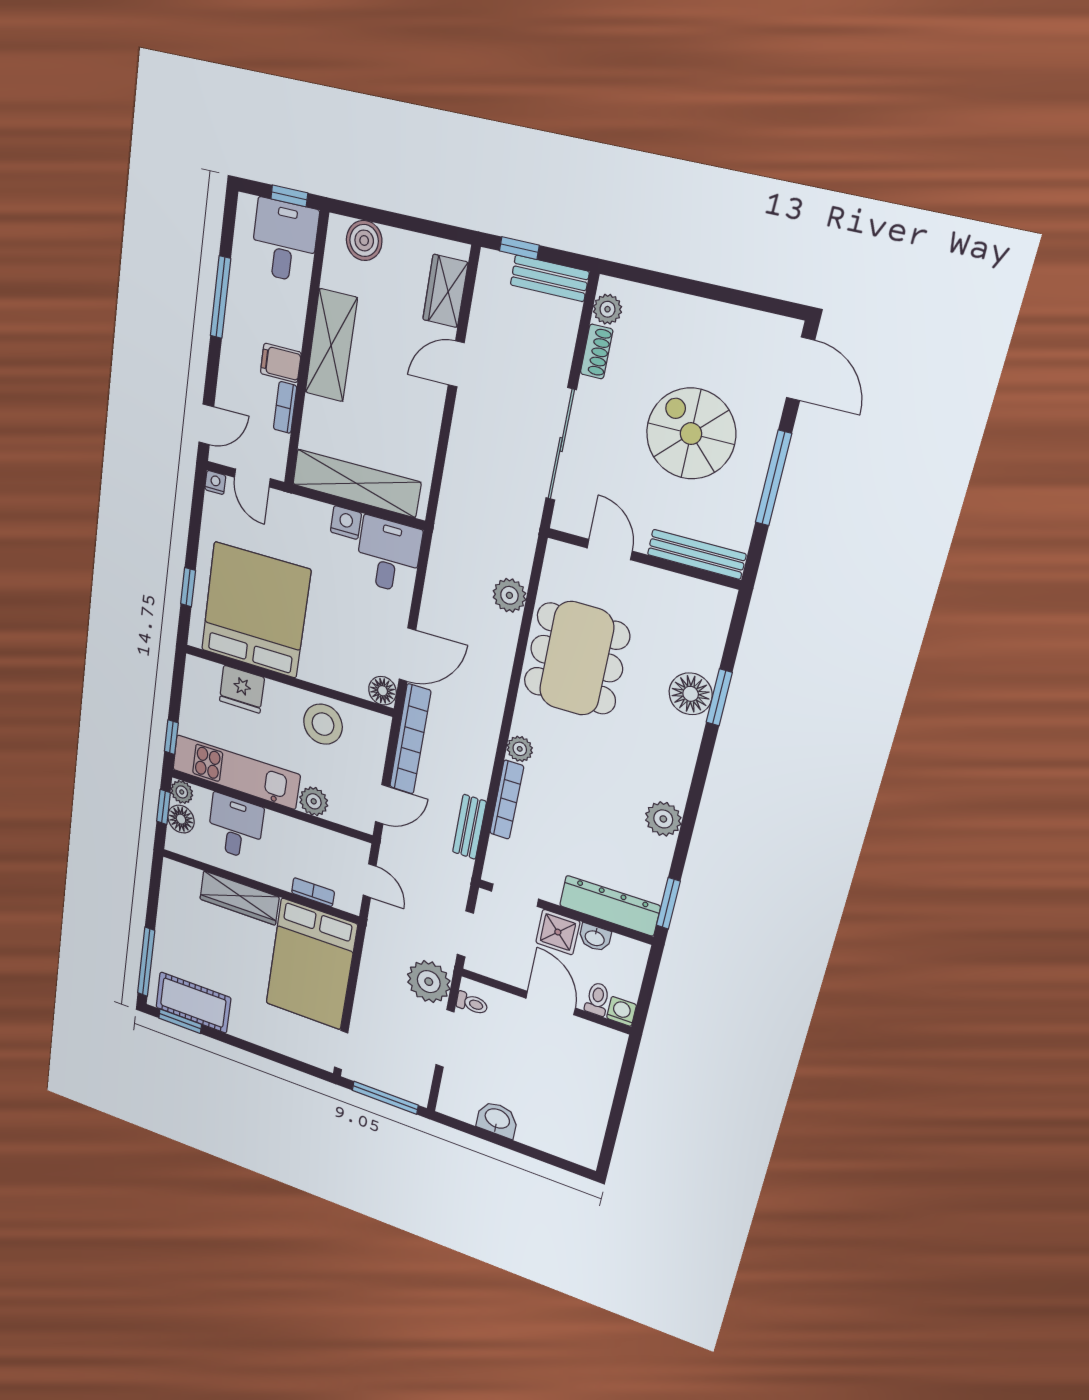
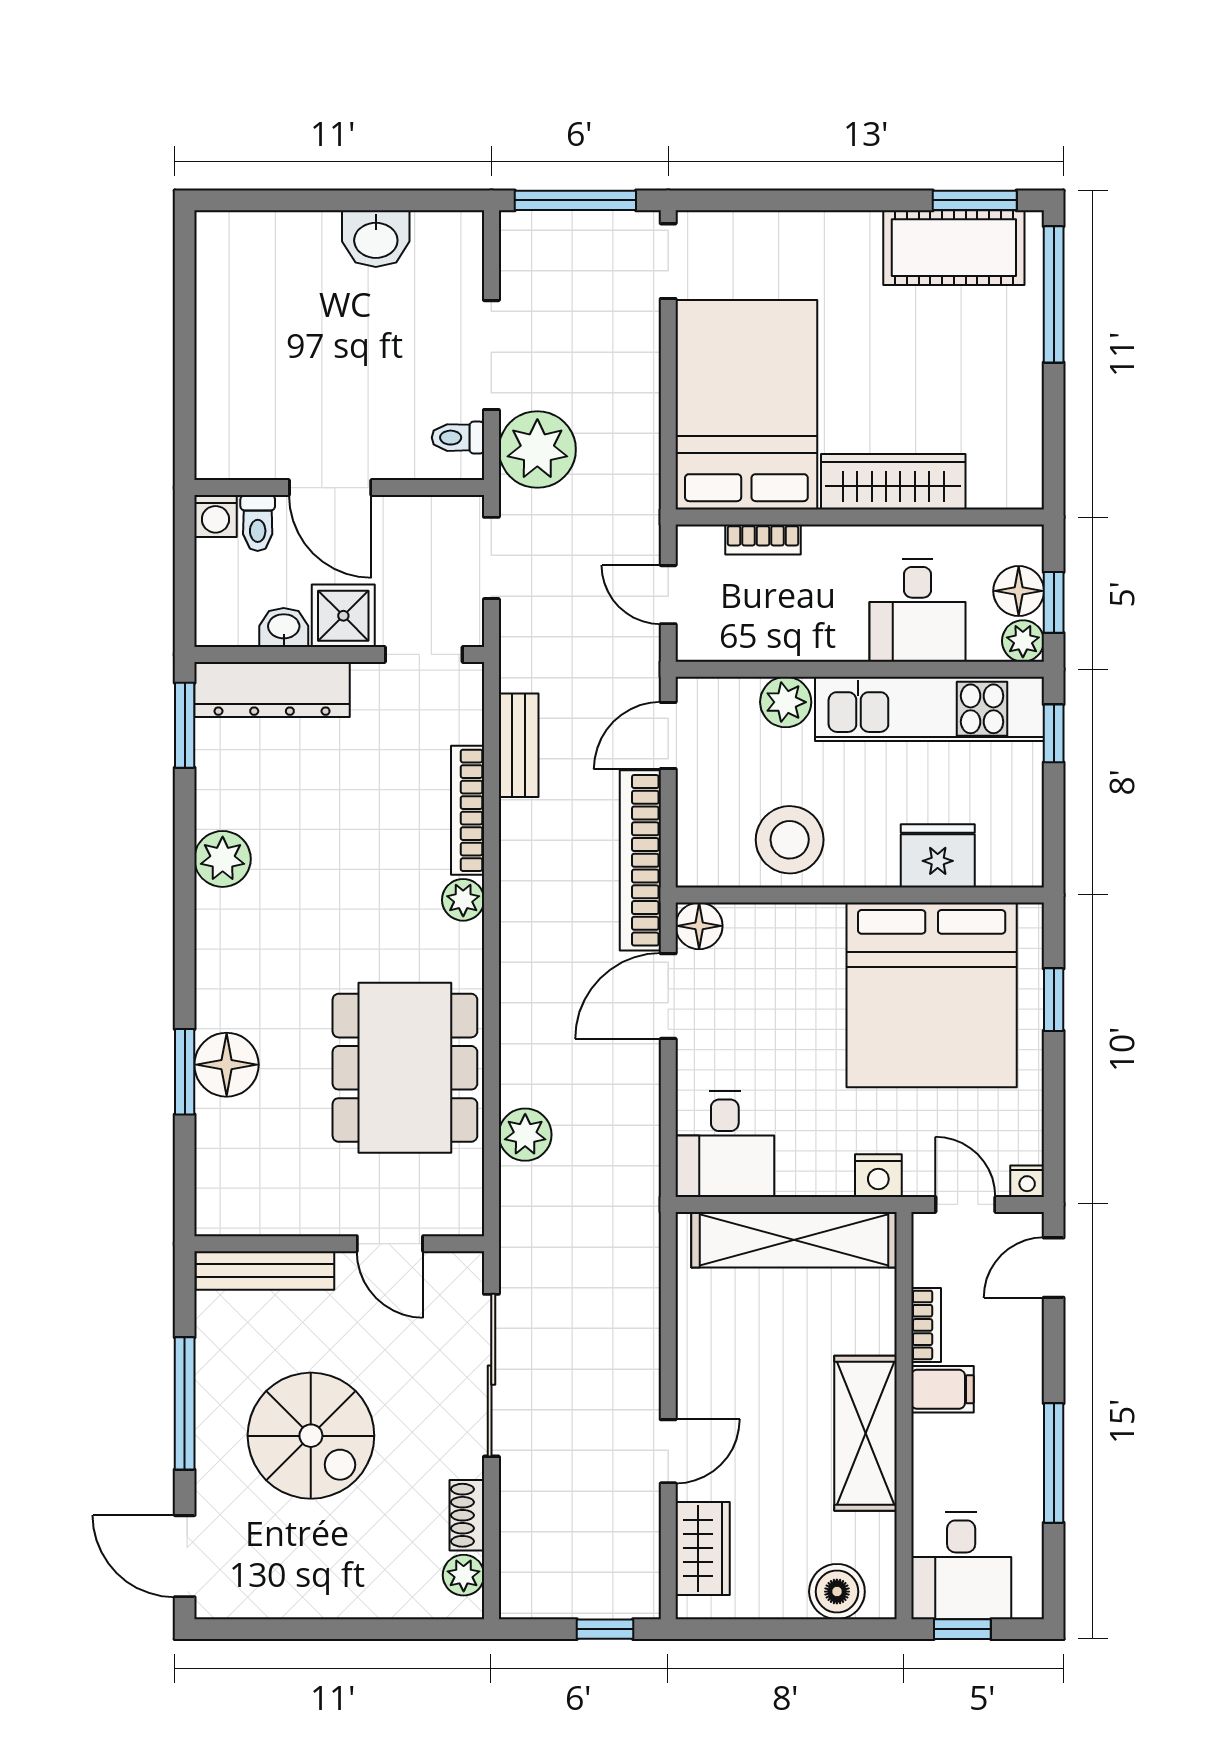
bench: (550, 278) -> (554, 1598), removed
nightstand: (346, 523) -> (878, 1176), moved

